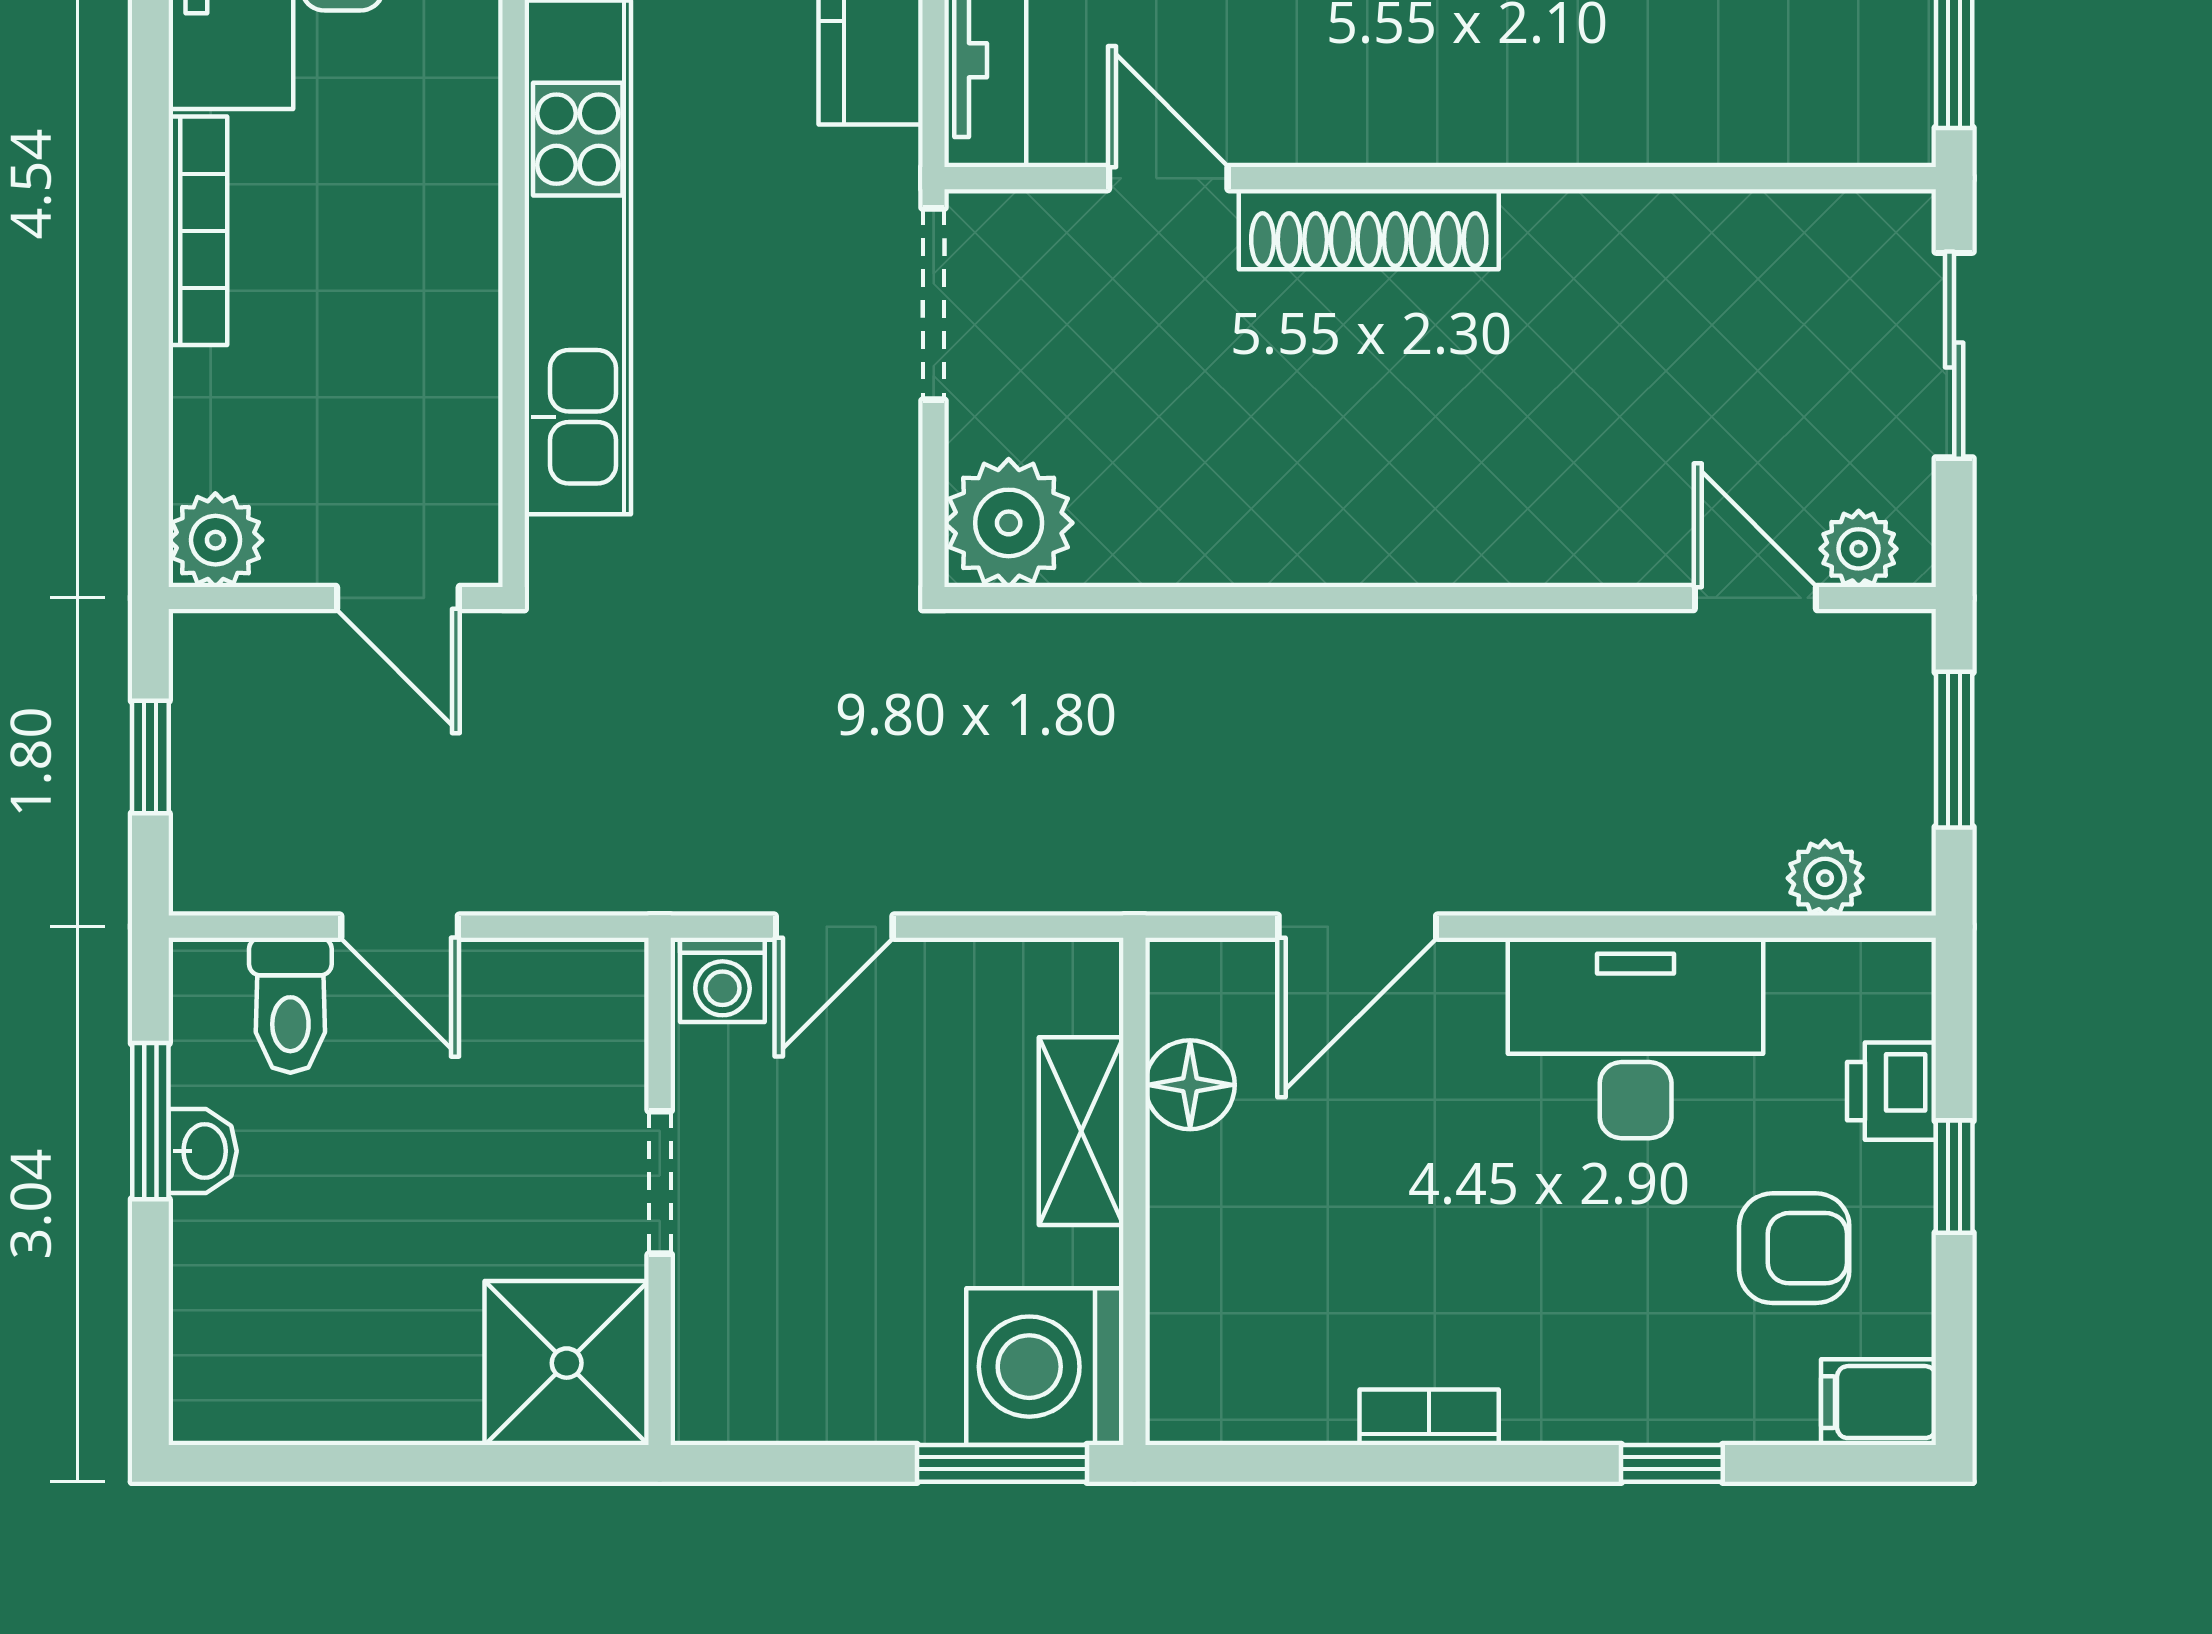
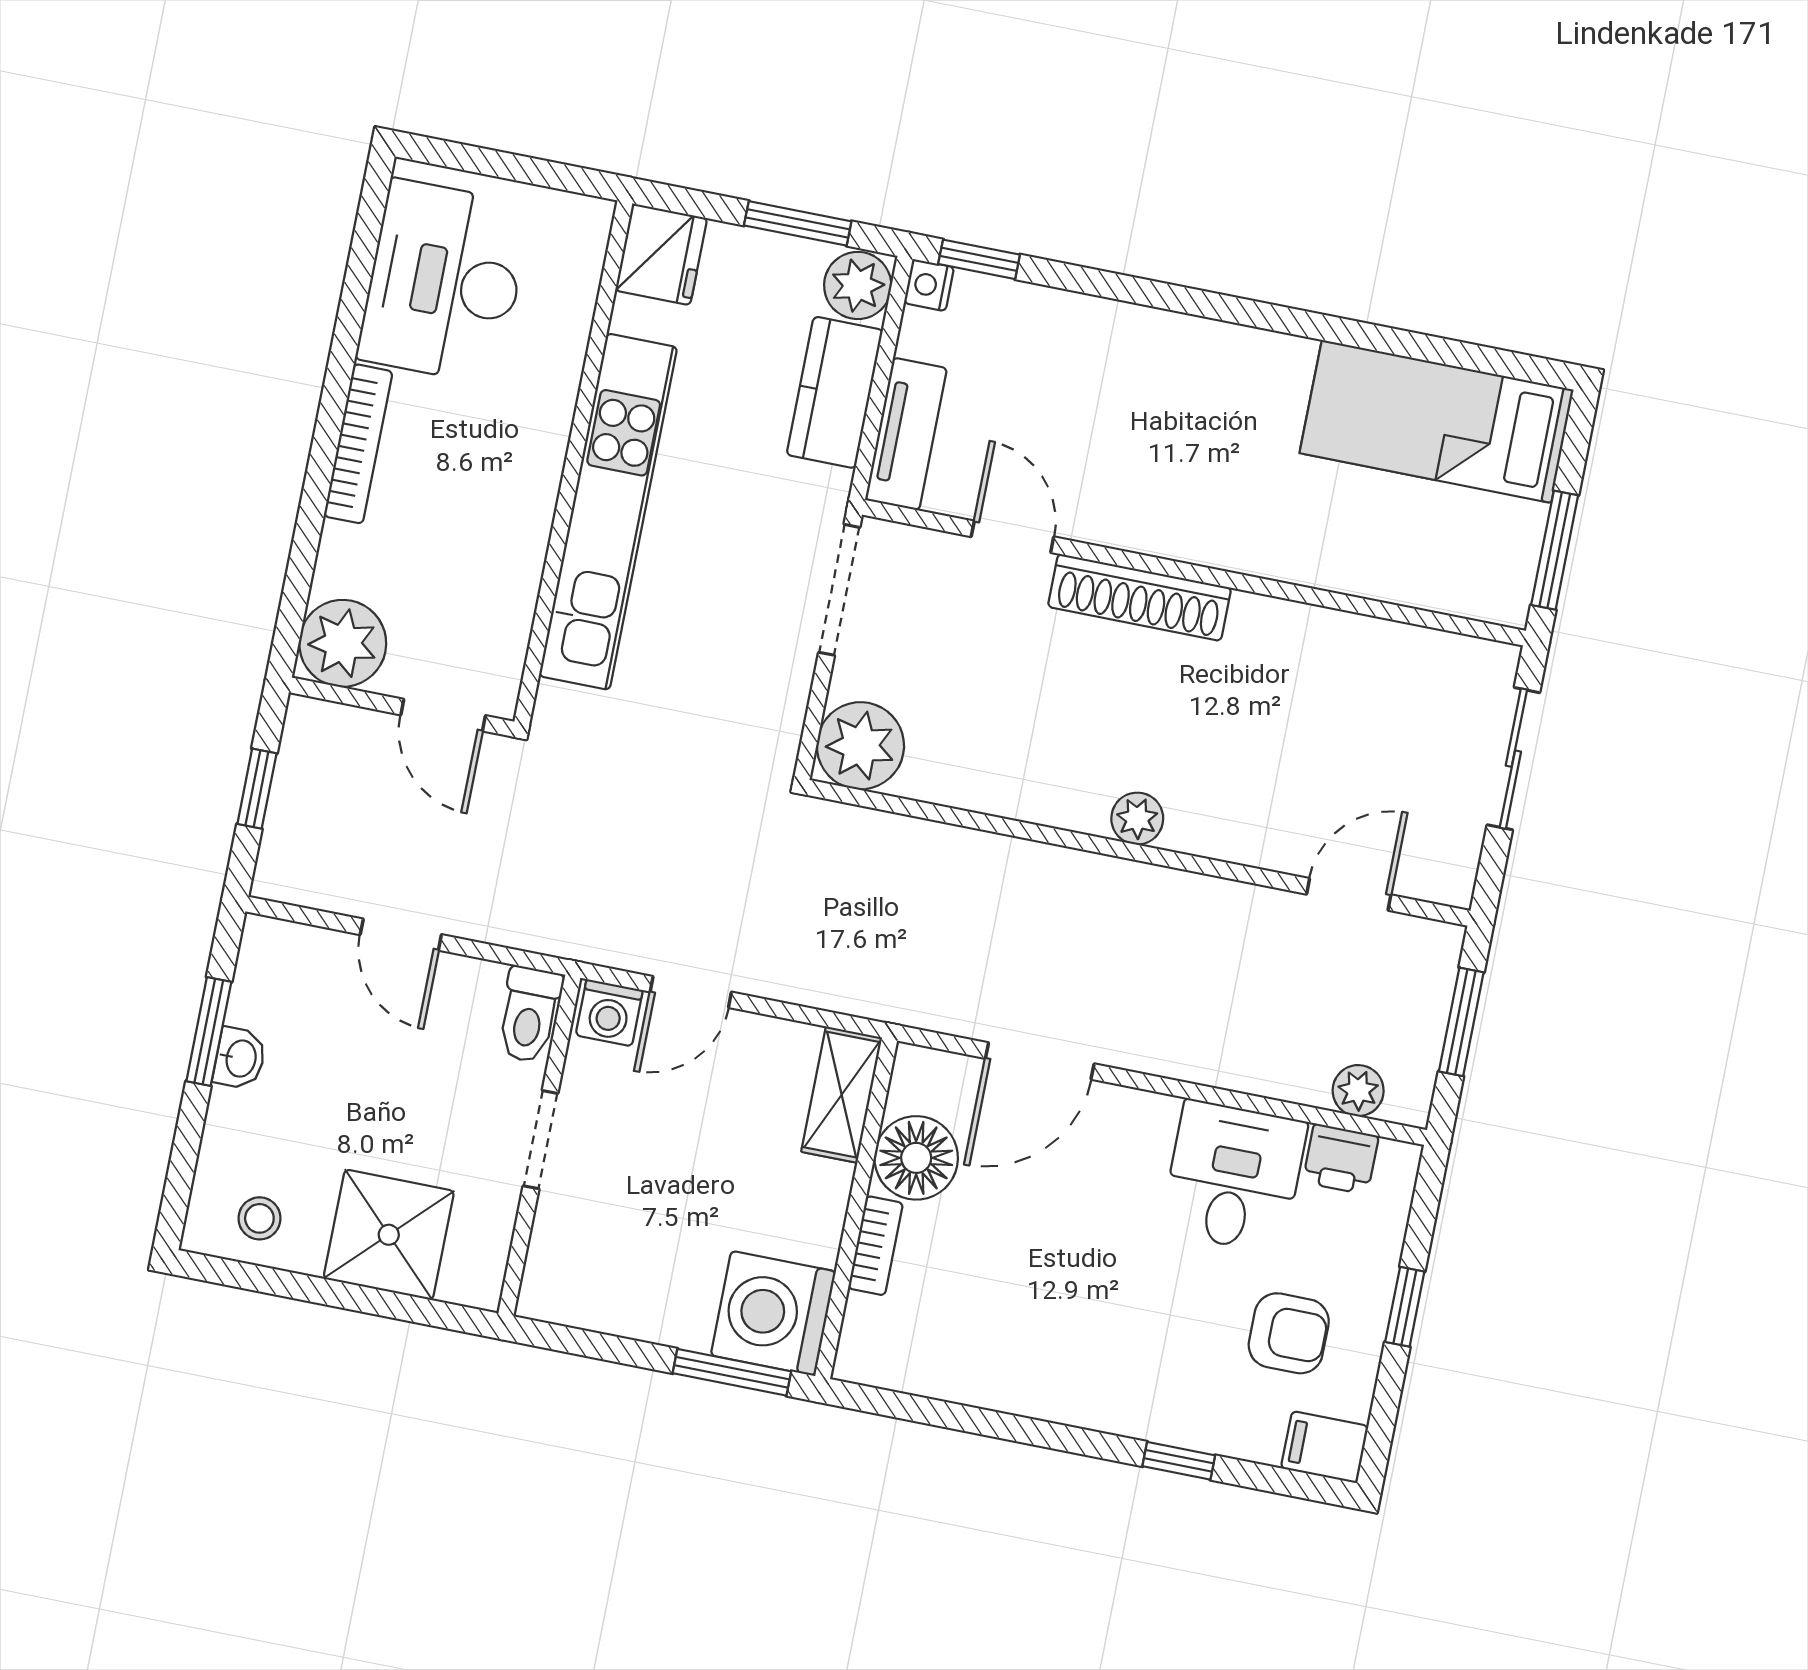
plant: (215, 540) -> (343, 643), width x1.36, depth x1.36
plant: (1859, 549) -> (1137, 819), moved
door: (1755, 598) -> (1349, 894), hinge flipped
toilet: (290, 1005) -> (529, 1015), moved
desk: (1636, 1038) -> (1234, 1177), width x0.73
floor lamp: (1190, 1085) -> (916, 1158), width x1.38, depth x1.38
printer: (1892, 1091) -> (1341, 1159), moved, turned -90
shelving: (1081, 1131) -> (842, 1095), moved
shower: (567, 1363) -> (389, 1235), moved
stool: (277, 1376) -> (259, 1218), added
bookcase: (1429, 1417) -> (876, 1246), moved, turned 90

